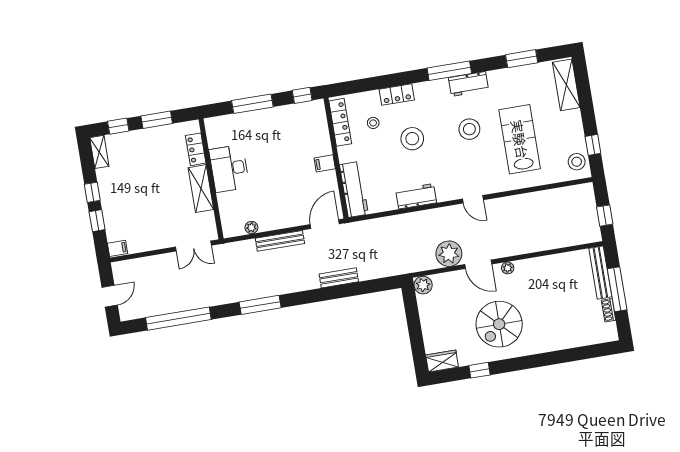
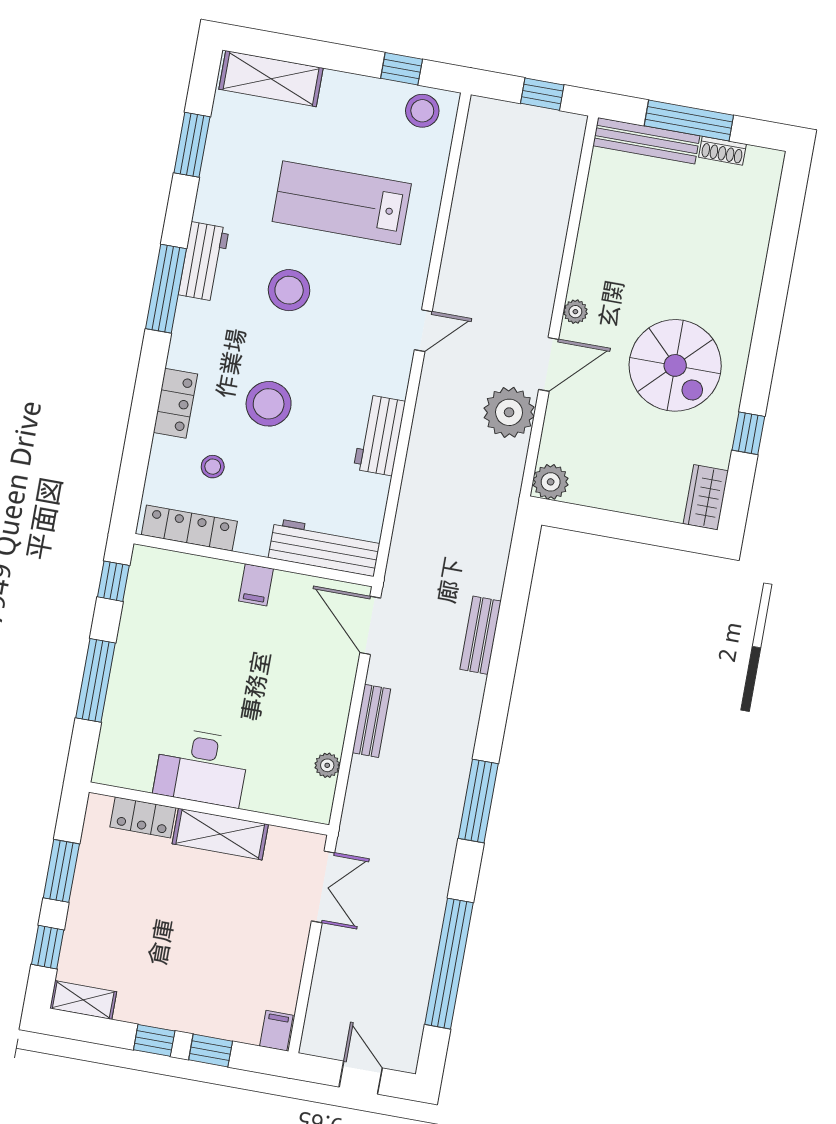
bench: (280, 241) -> (371, 721), width x0.73

